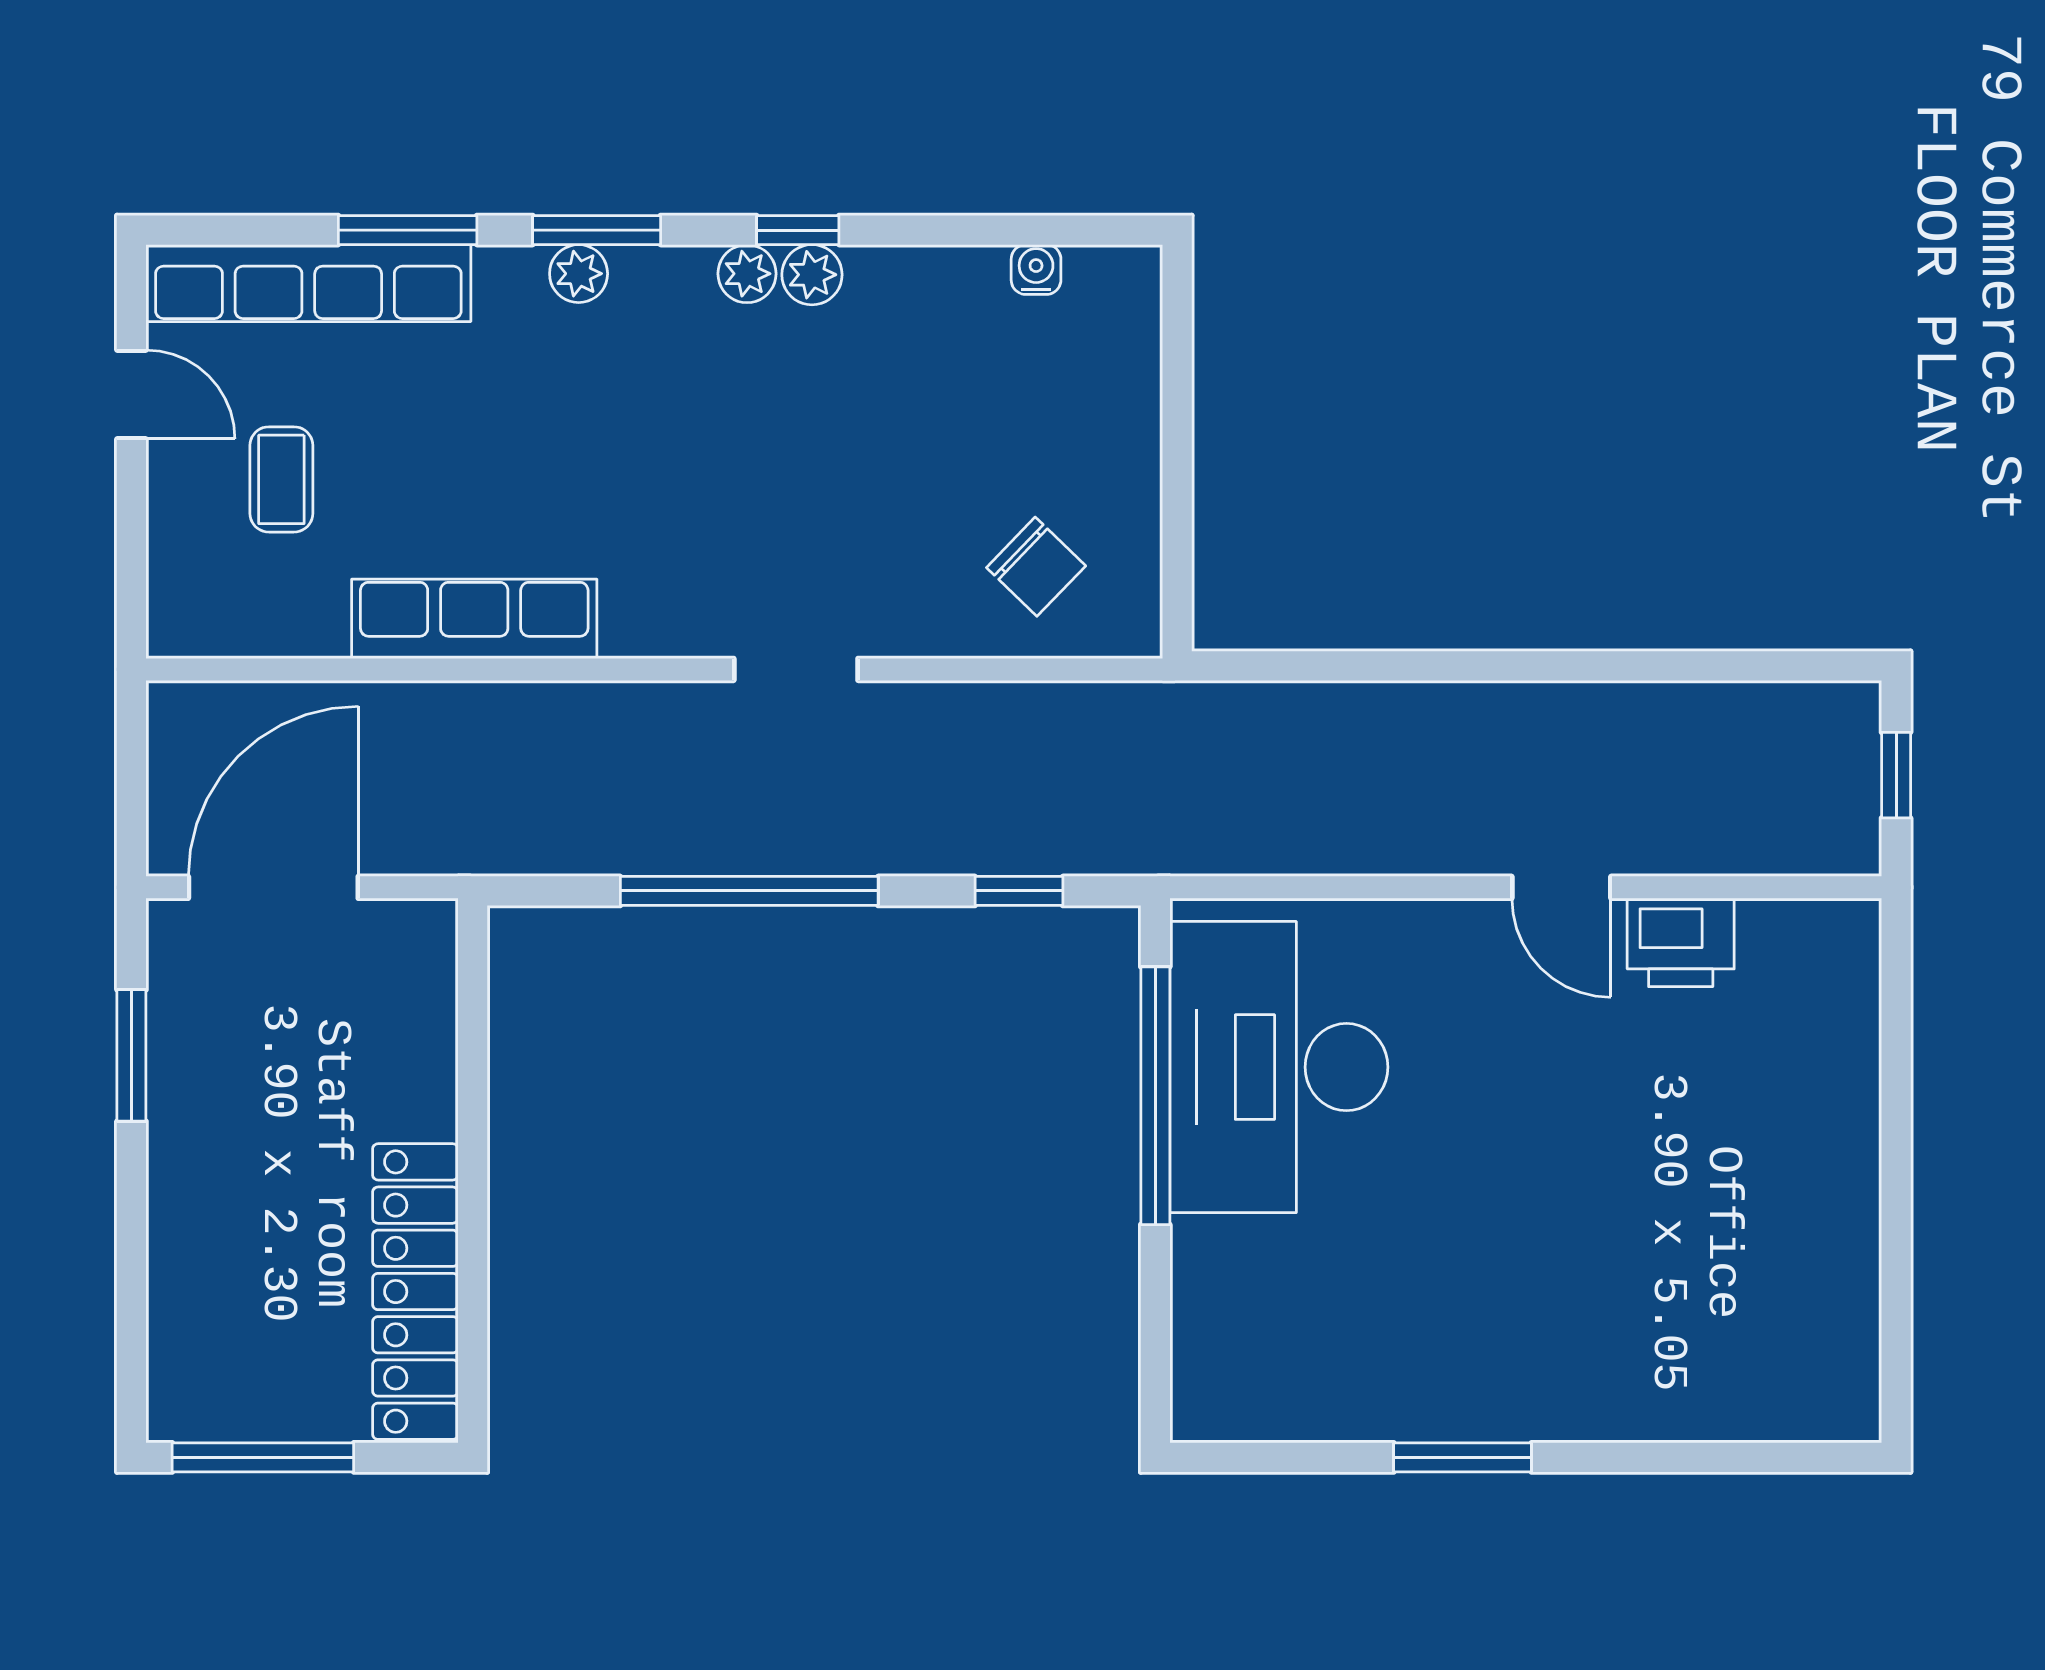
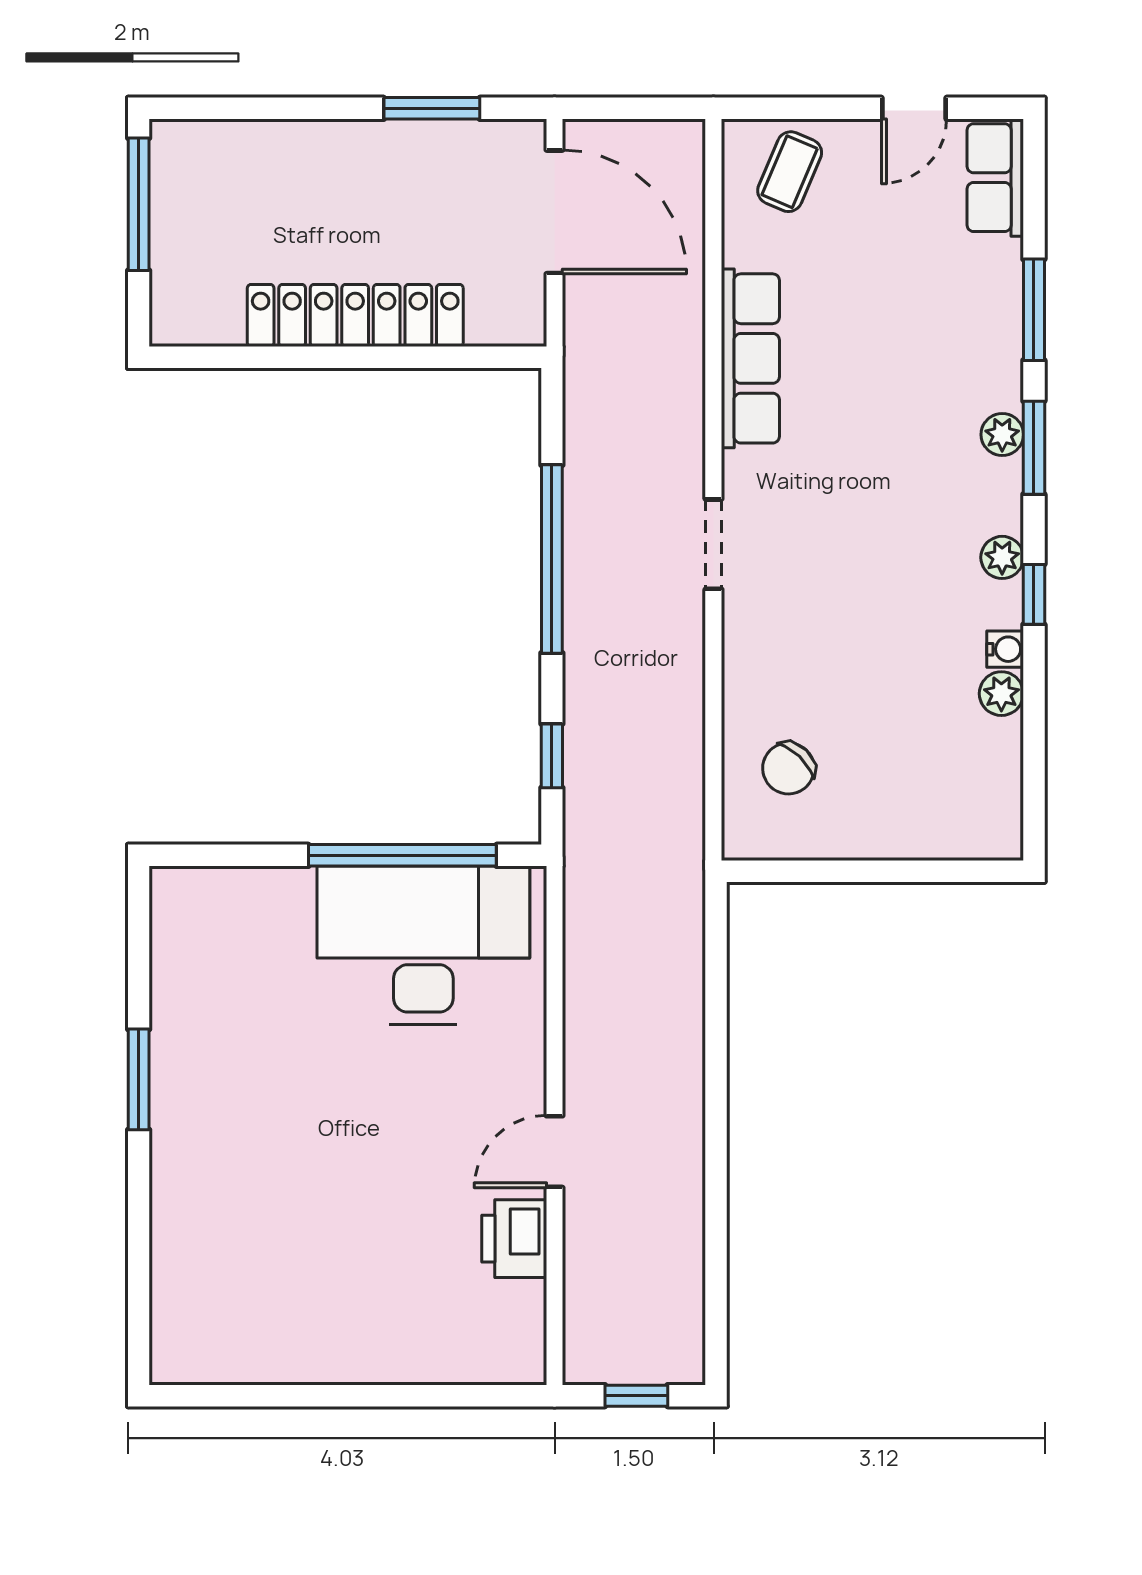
water cooler: (1036, 270) -> (1005, 649), moved
plant: (812, 275) -> (1001, 694), moved
row of seats: (308, 283) -> (995, 178), width x0.50
coffee table: (281, 479) -> (790, 172), moved, turned -67
doorway: (796, 669) -> (713, 544), moved
locker: (415, 1292) -> (355, 316), moved

